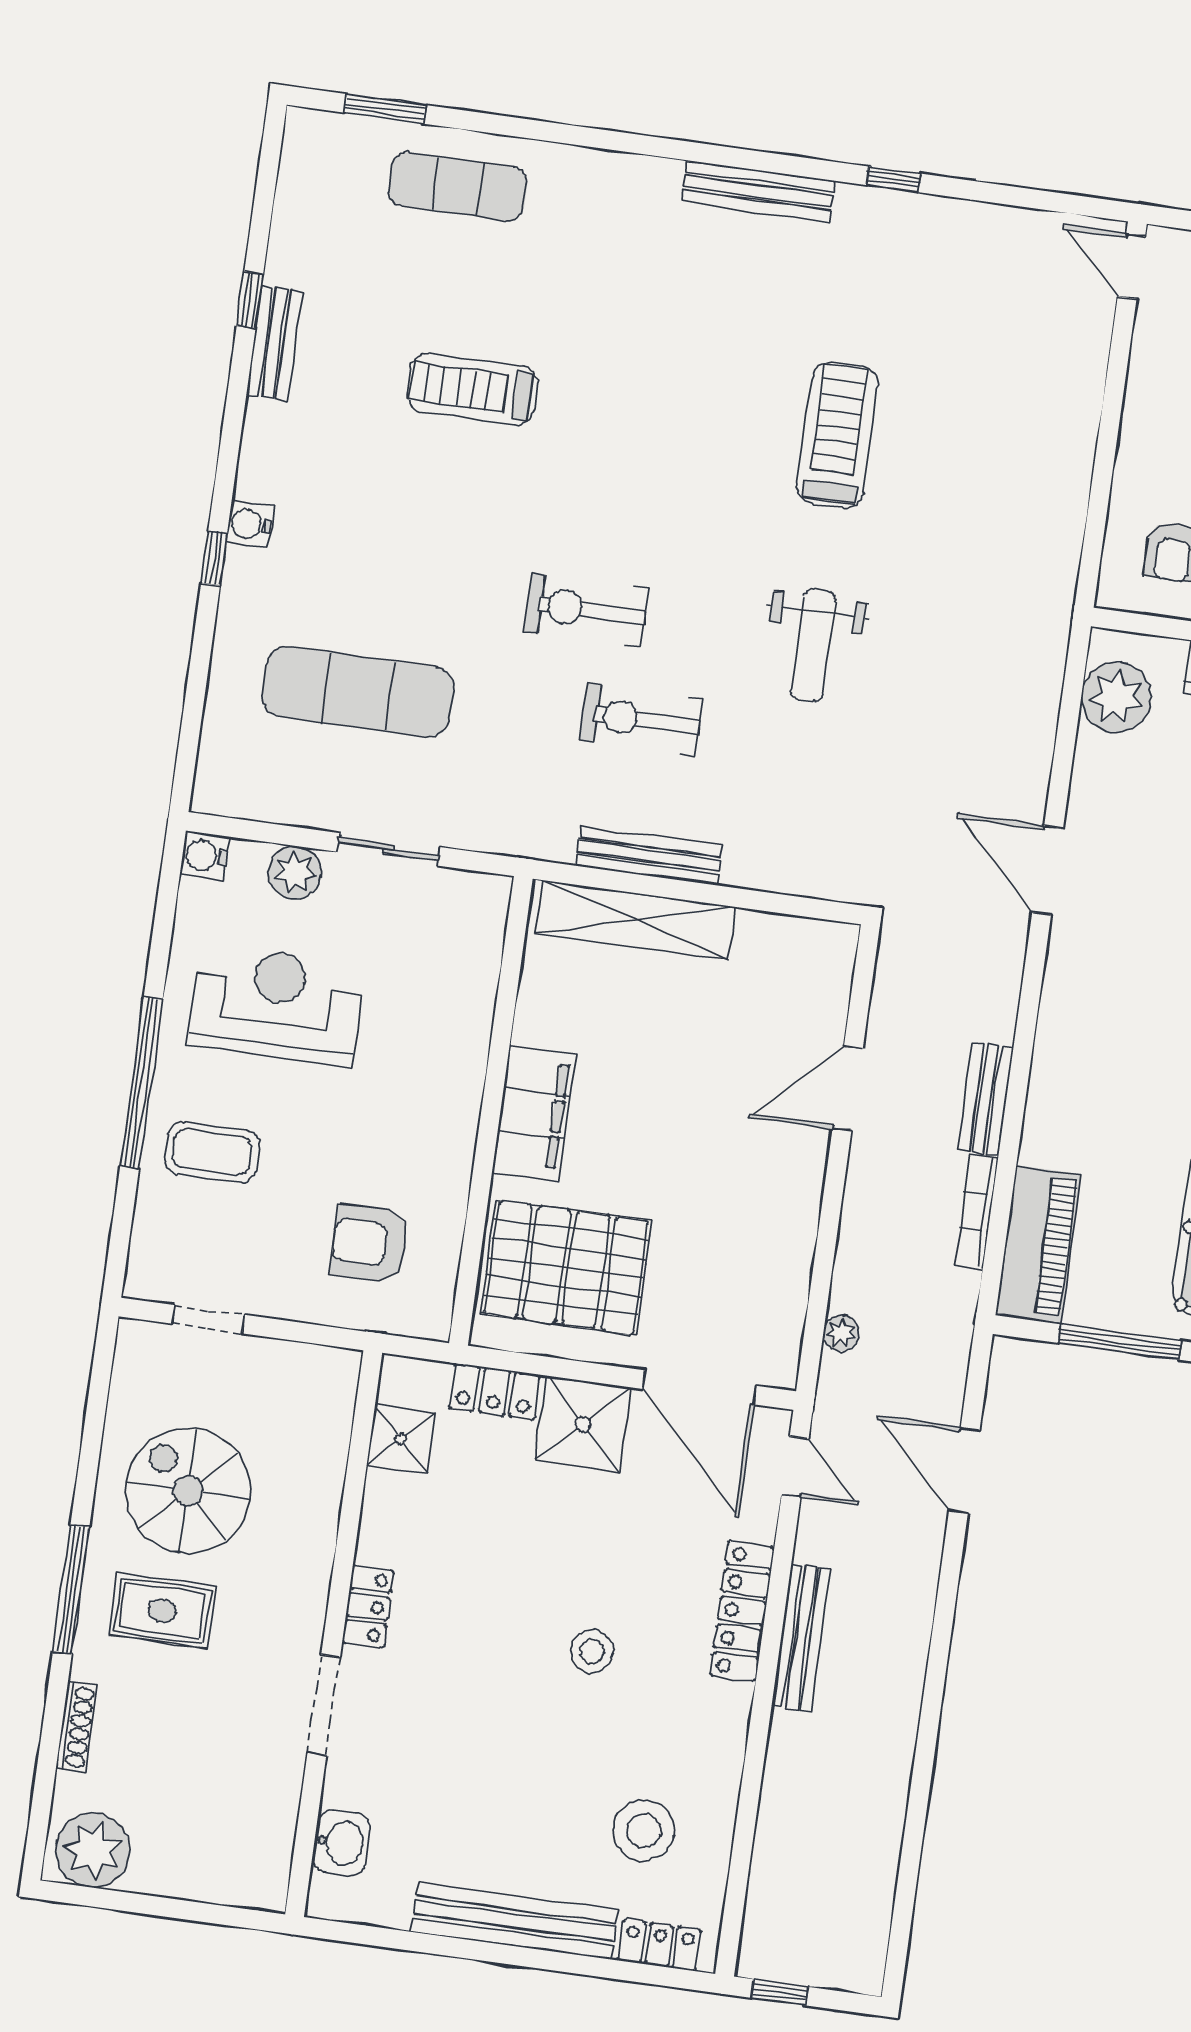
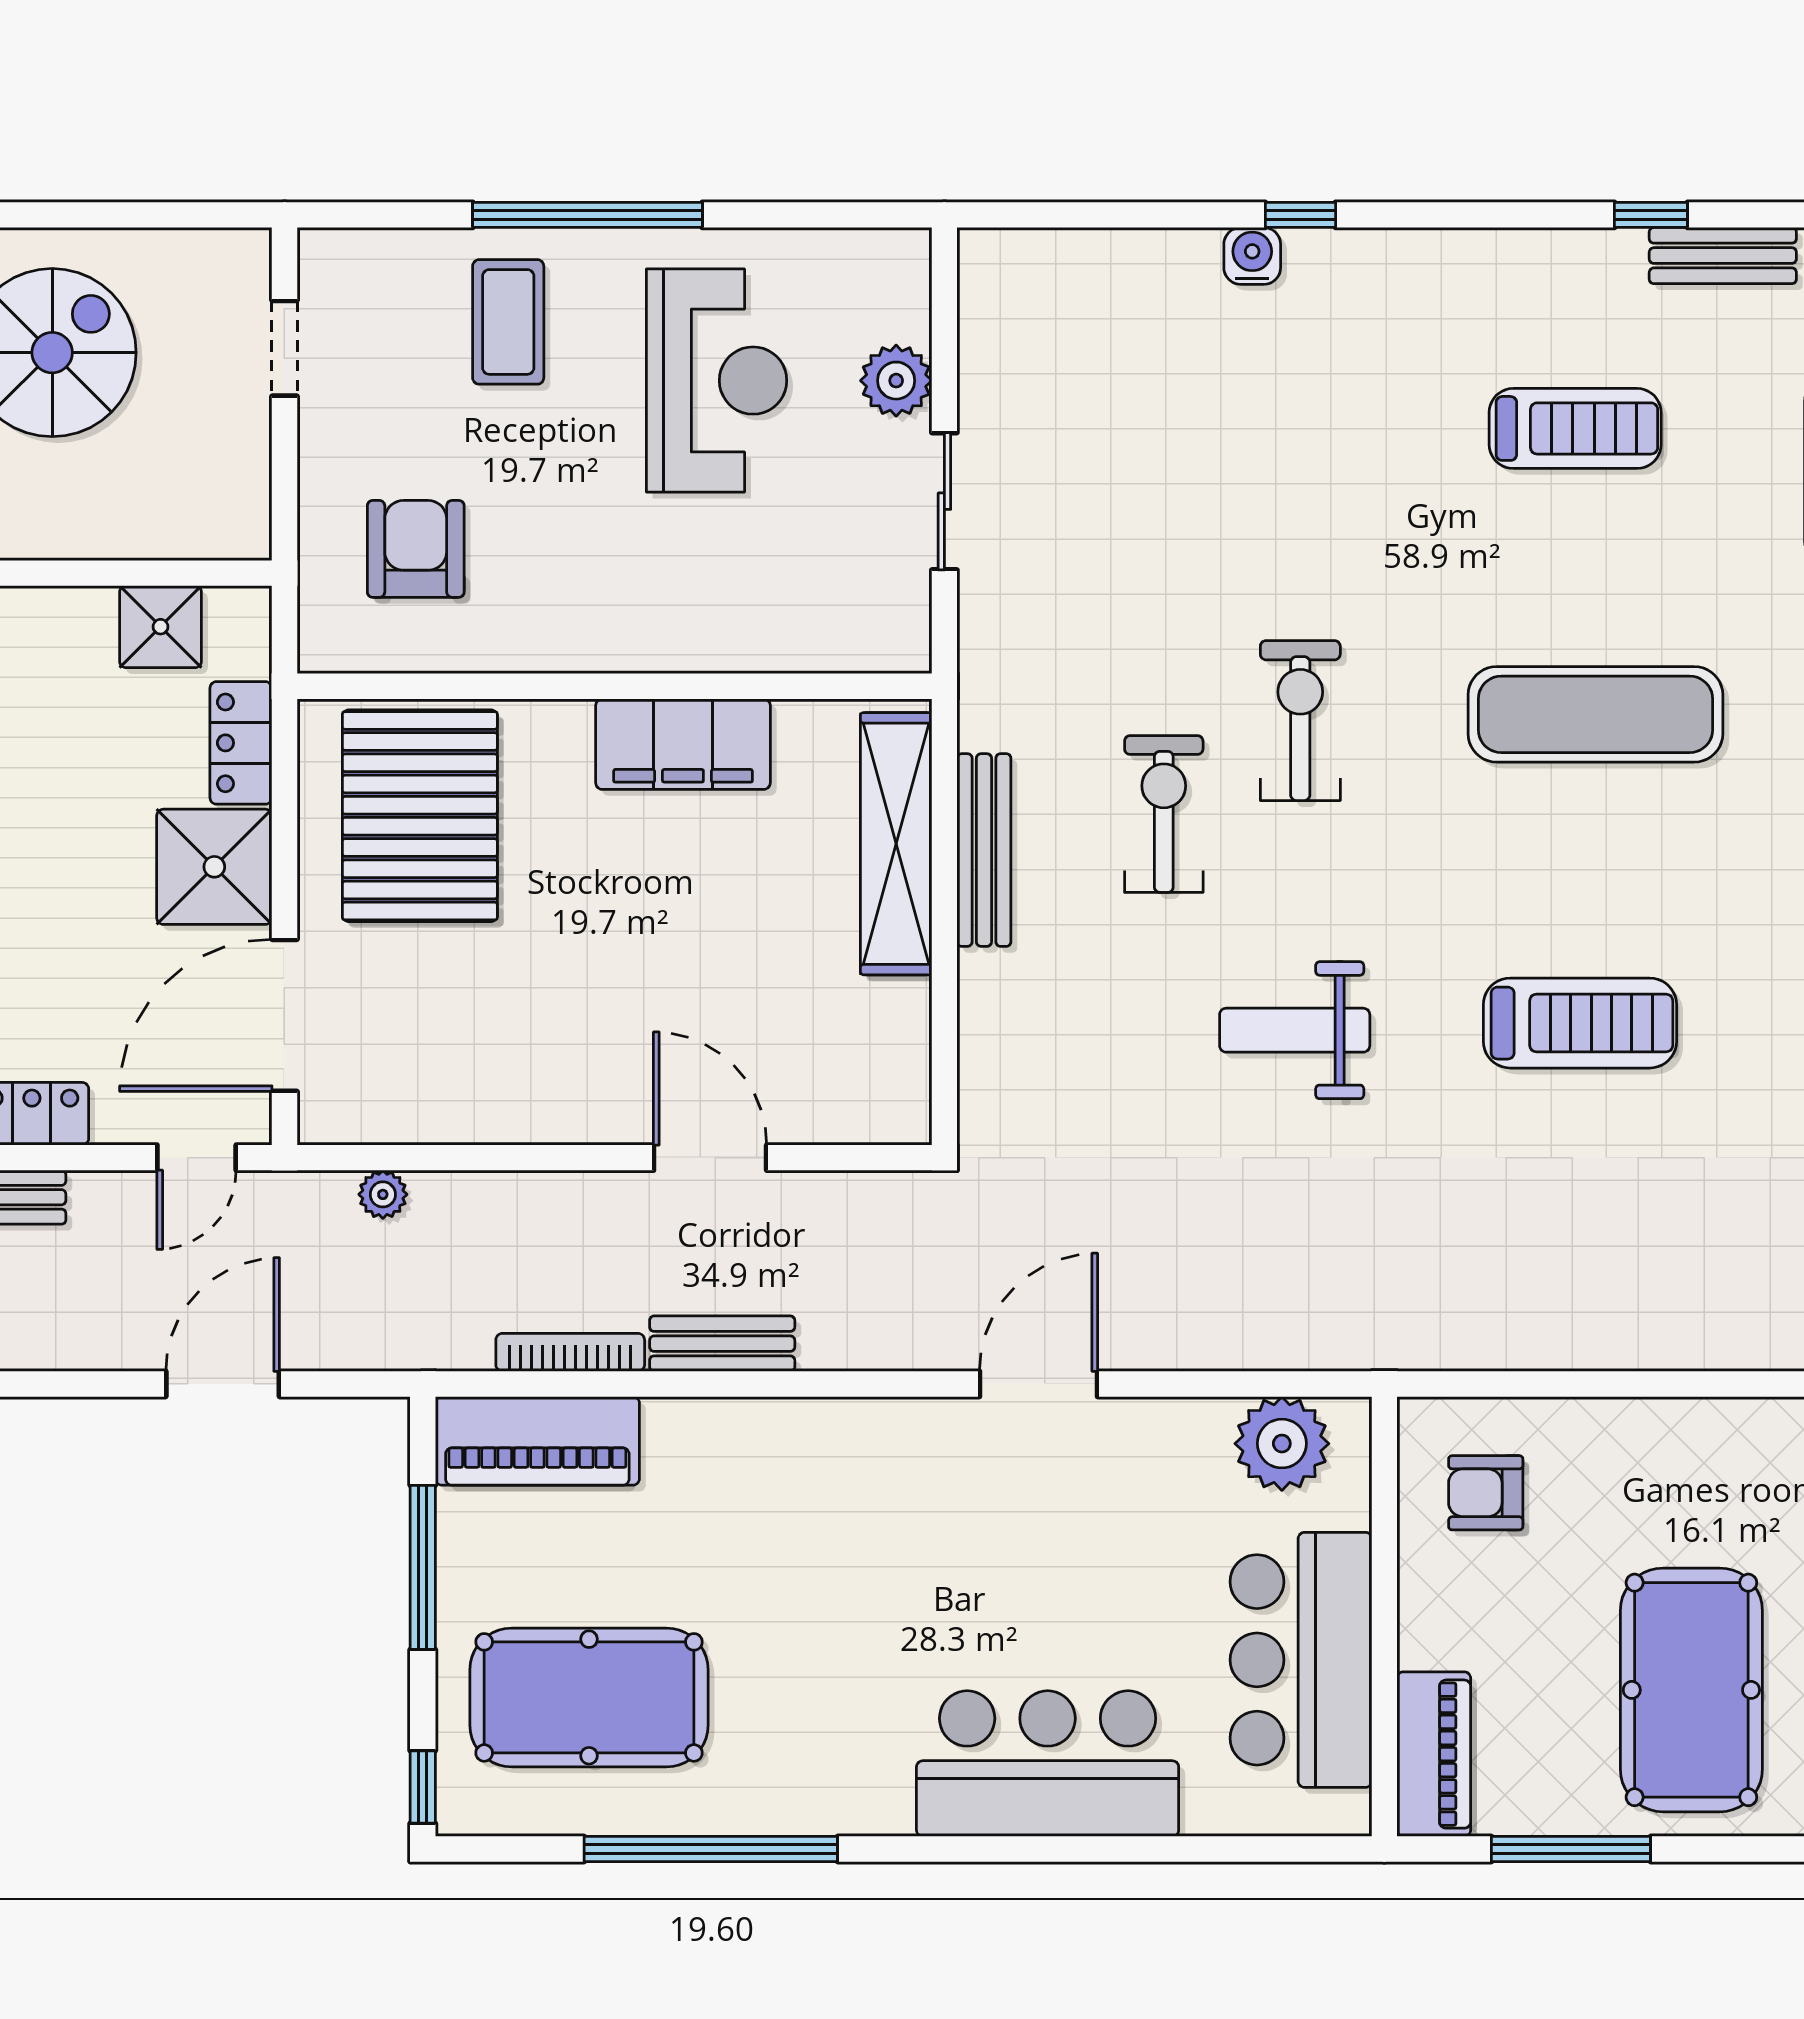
bench: (274, 343) -> (1723, 256), moved
treadmill: (472, 389) -> (1575, 428), moved, turned 90
water cooler: (250, 524) -> (1252, 256), moved
exercise mat: (358, 692) -> (1595, 714), moved, turned 90
water cooler: (205, 856) -> (902, 257), removed
filing cabinet: (534, 1113) -> (683, 744), moved

